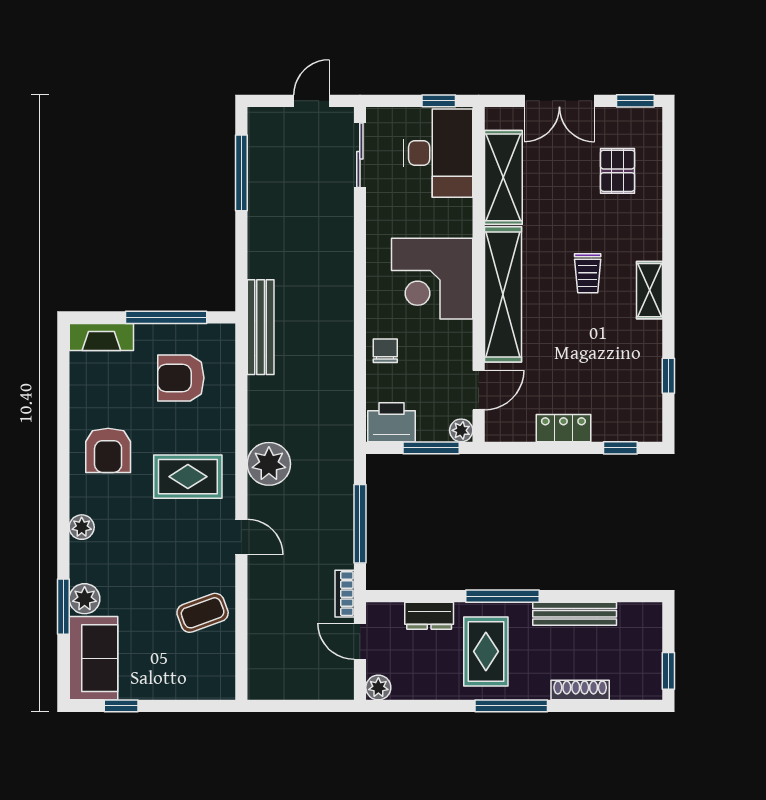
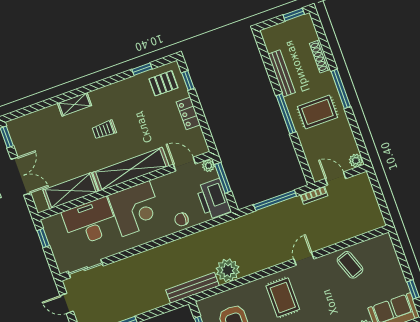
desk: (438, 153) -> (90, 222), moved
pallet: (618, 171) -> (163, 83), moved
trolley: (588, 273) -> (104, 130), turned 180
shelving: (650, 290) -> (75, 104), moved
printer: (391, 422) -> (214, 199), width x1.37, depth x1.19
plant: (269, 464) -> (228, 270), moved
dresser: (429, 616) -> (310, 148), removed
door: (360, 641) -> (336, 179), swing flipped

